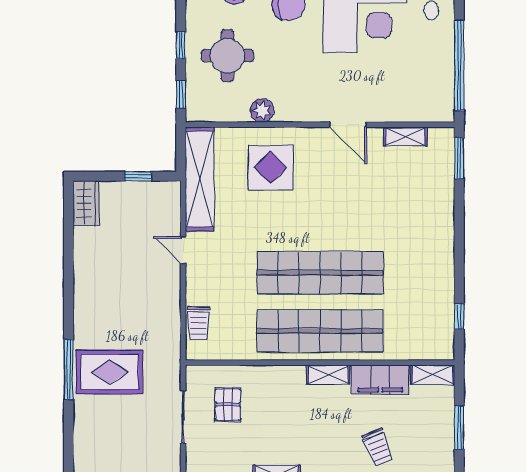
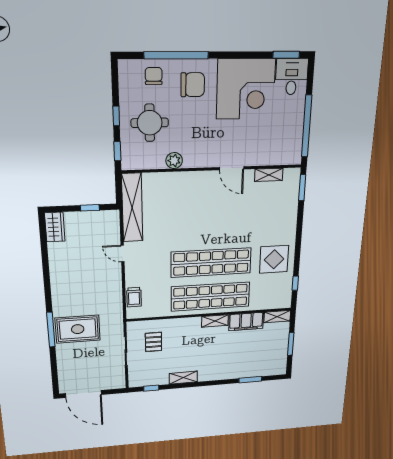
display table: (271, 168) -> (274, 259), moved
trolley: (378, 447) -> (243, 358), removed

